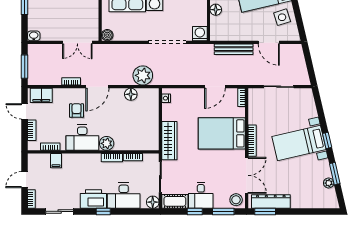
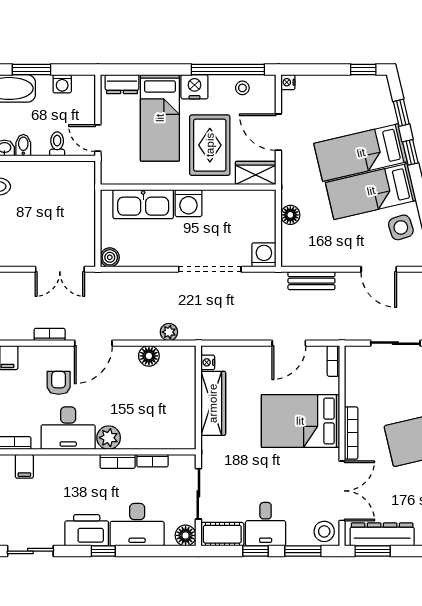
bench: (234, 49) -> (311, 281), width x0.73
plant: (143, 75) -> (169, 332), width x0.53, depth x0.53
wardrobe: (169, 141) -> (213, 403), moved

